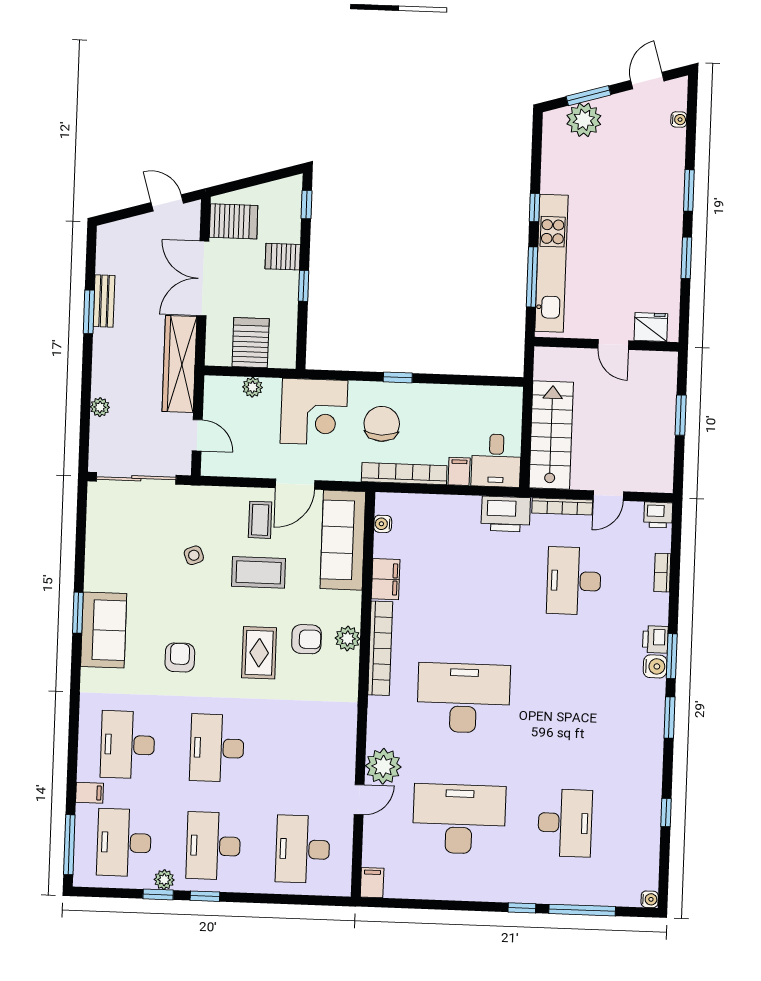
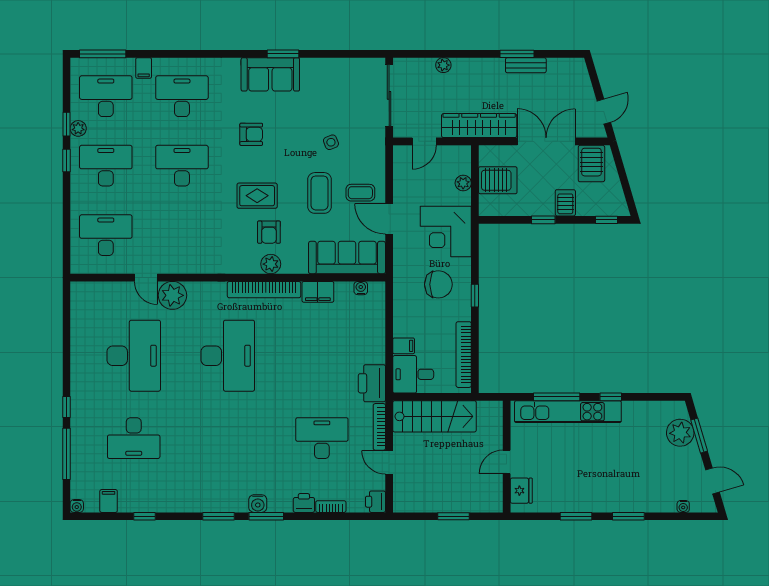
bookcase: (404, 474) -> (464, 355), moved, turned 180
printer: (655, 639) -> (304, 503), moved
filing cabinet: (372, 883) -> (109, 501), moved, turned -90

